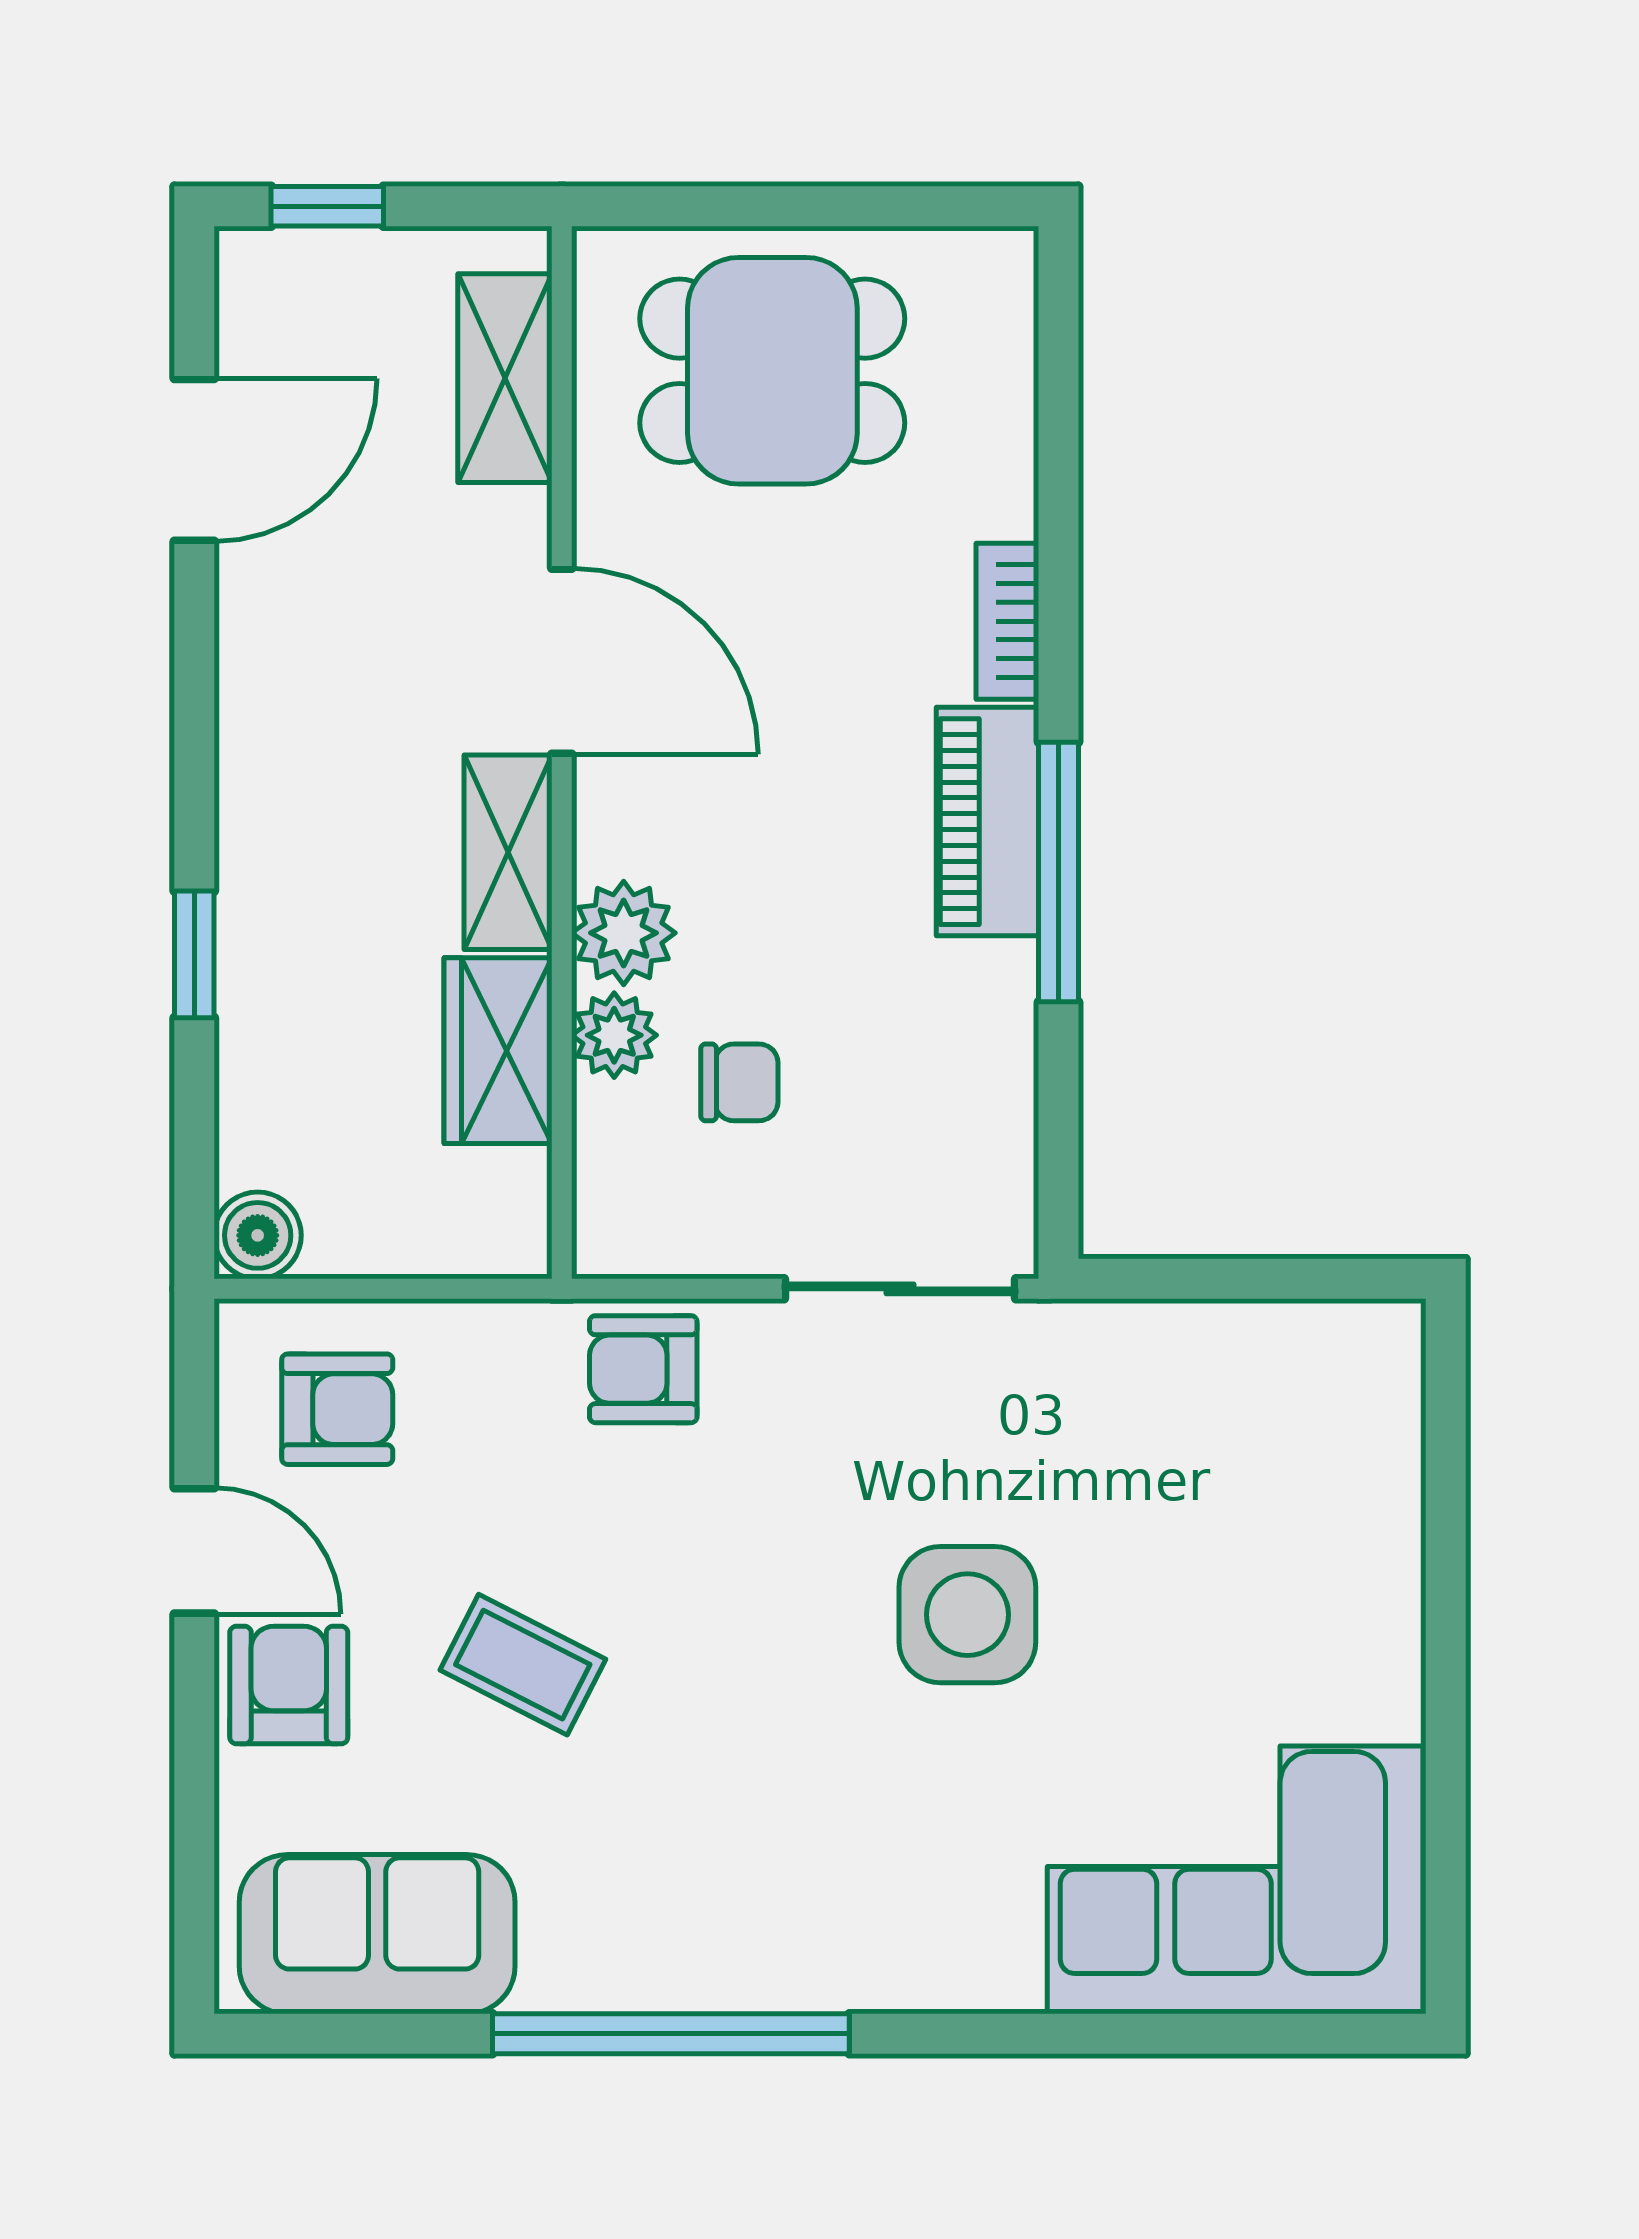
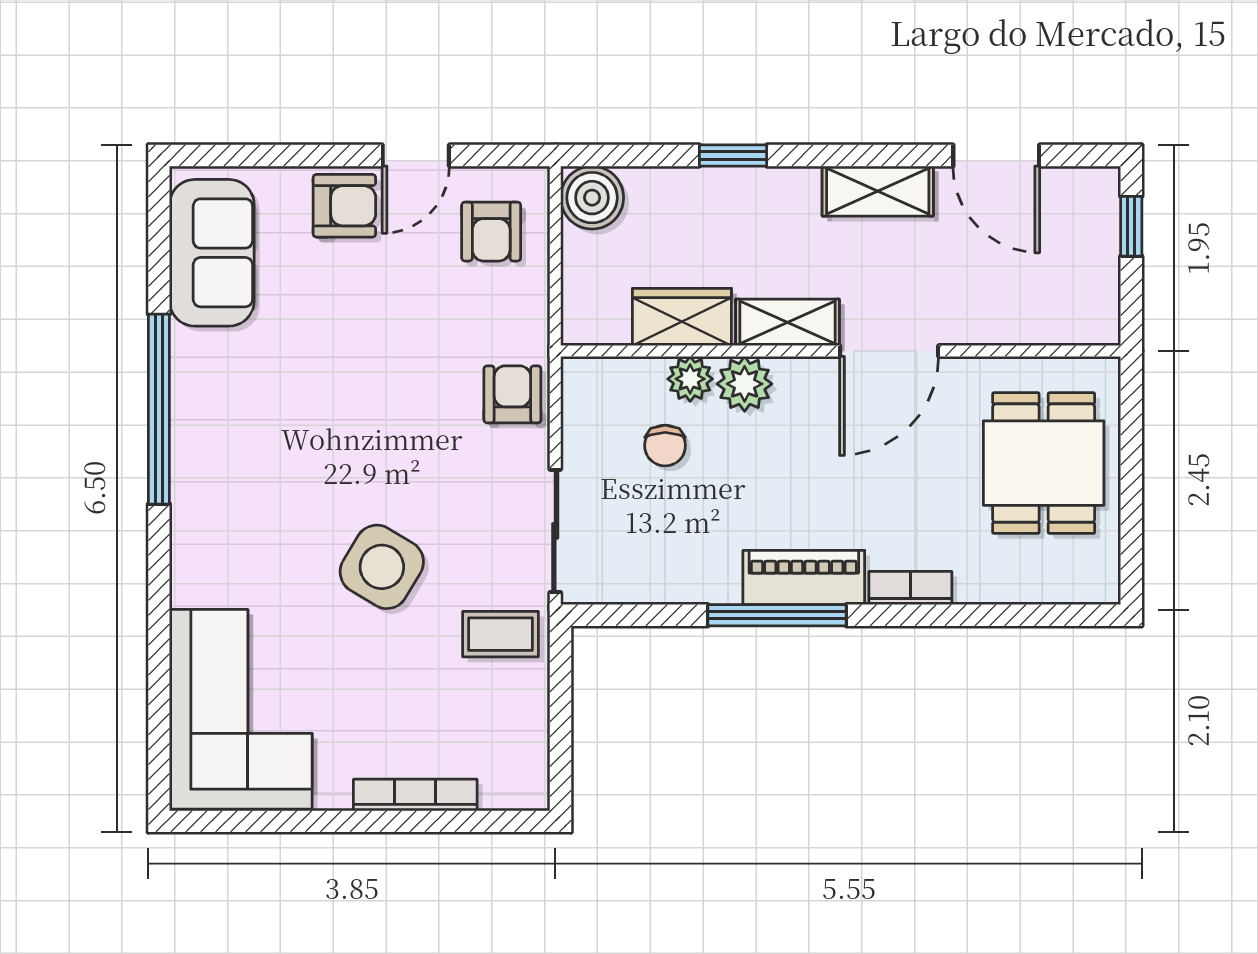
shelving: (505, 378) -> (878, 191), moved
boiler: (258, 1235) -> (592, 198), width x1.36, depth x1.36
bookcase: (1396, 1552) -> (415, 795), added
side table: (967, 1615) -> (382, 567), turned 31
coffee table: (523, 1665) -> (501, 634), moved, turned 63

